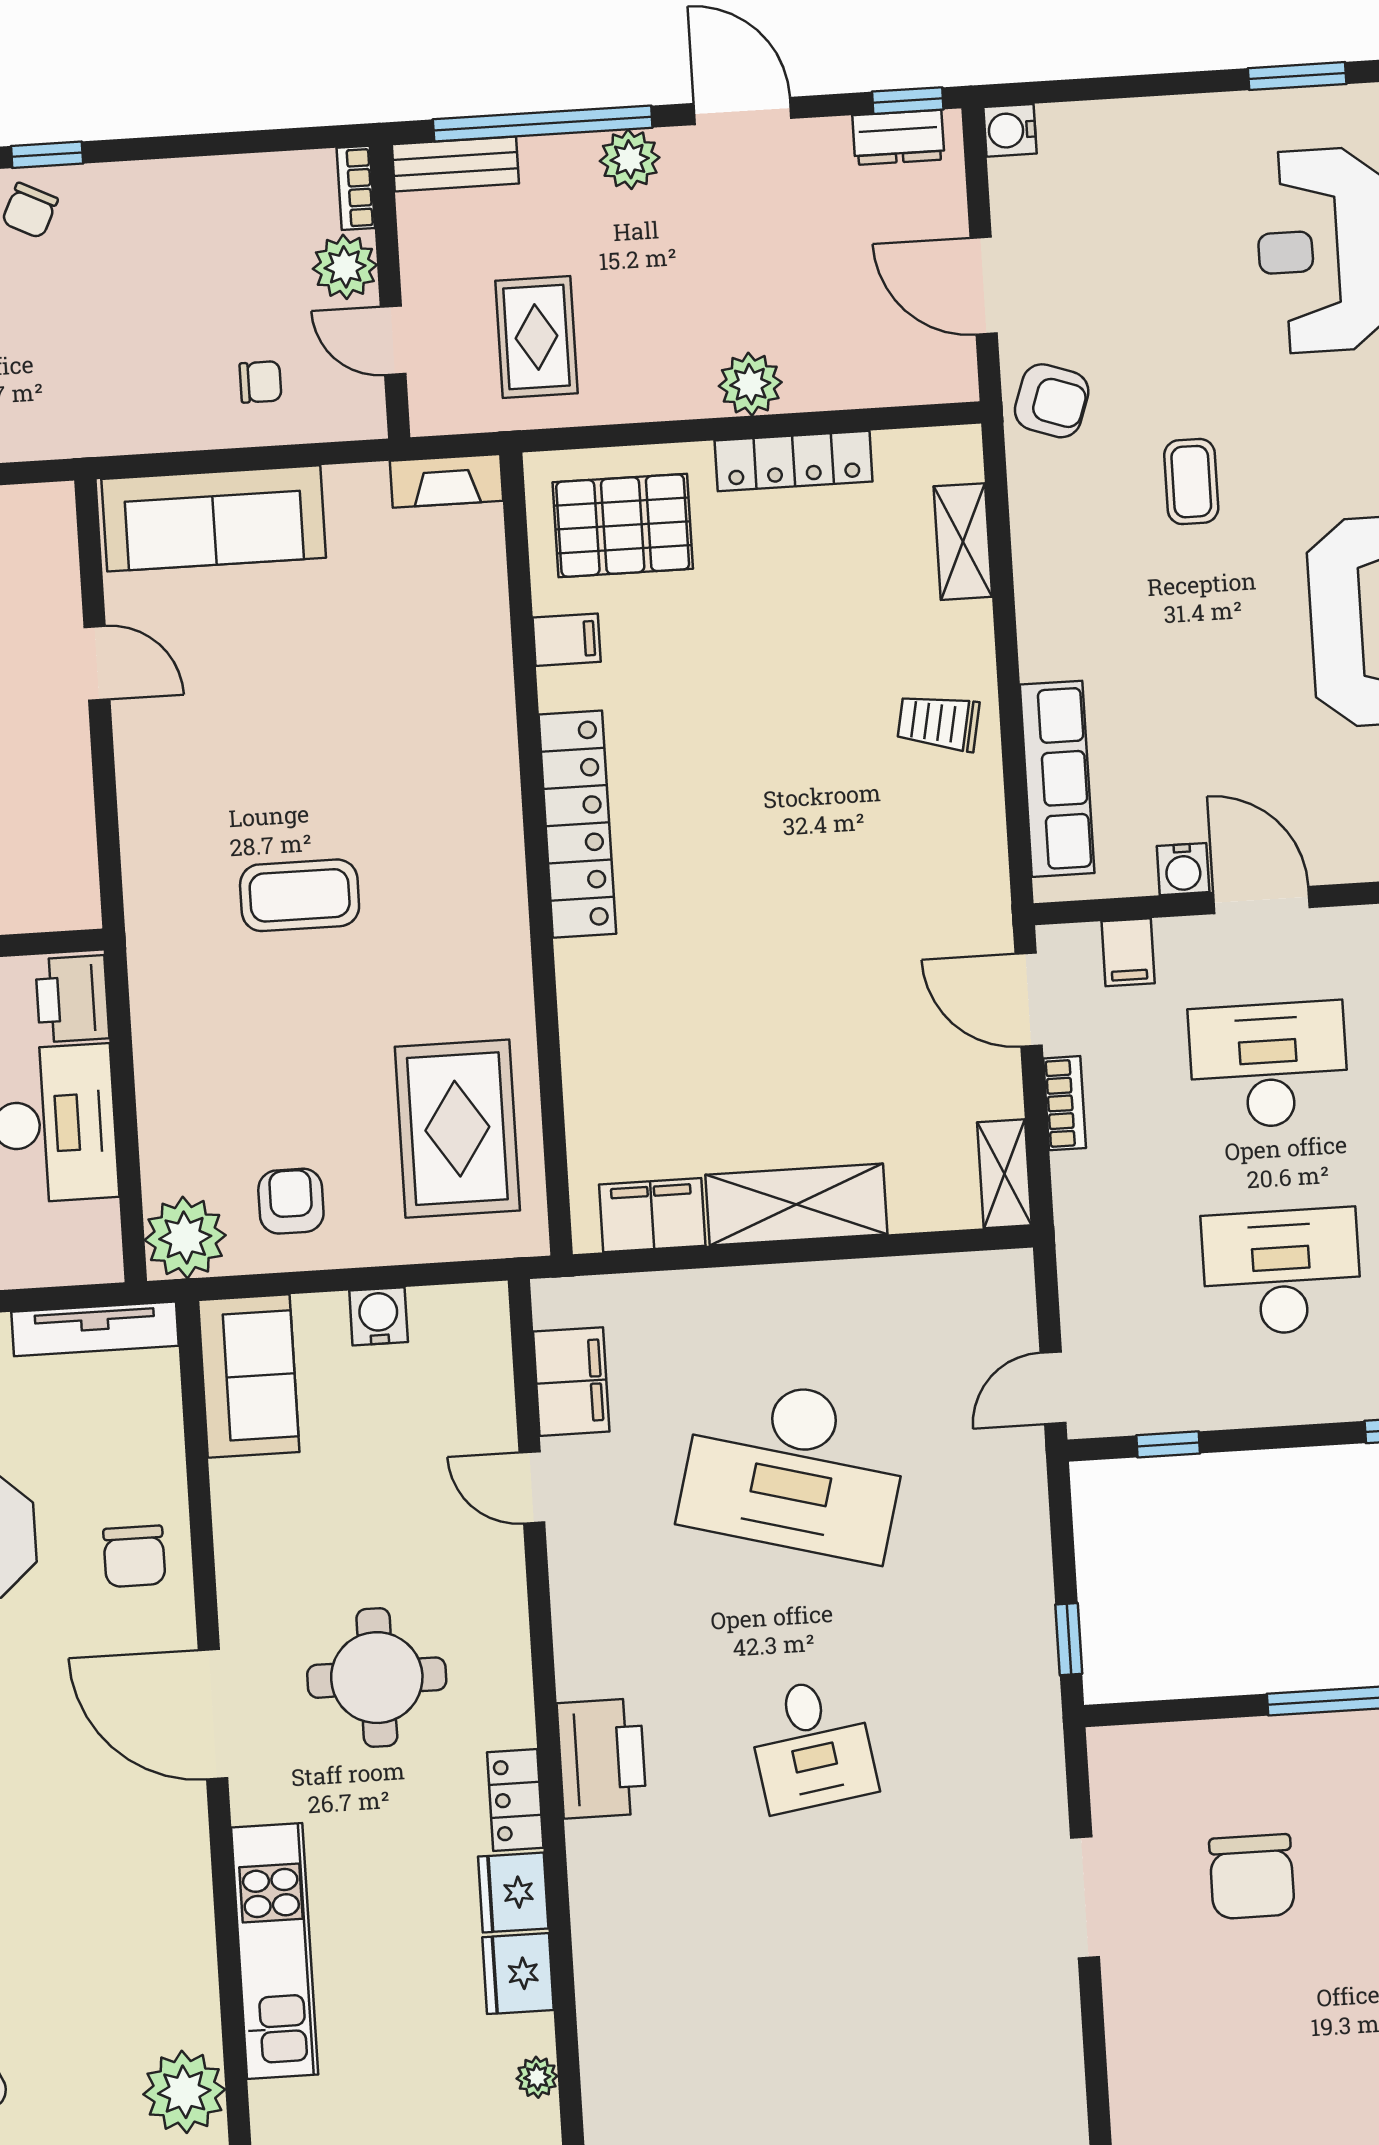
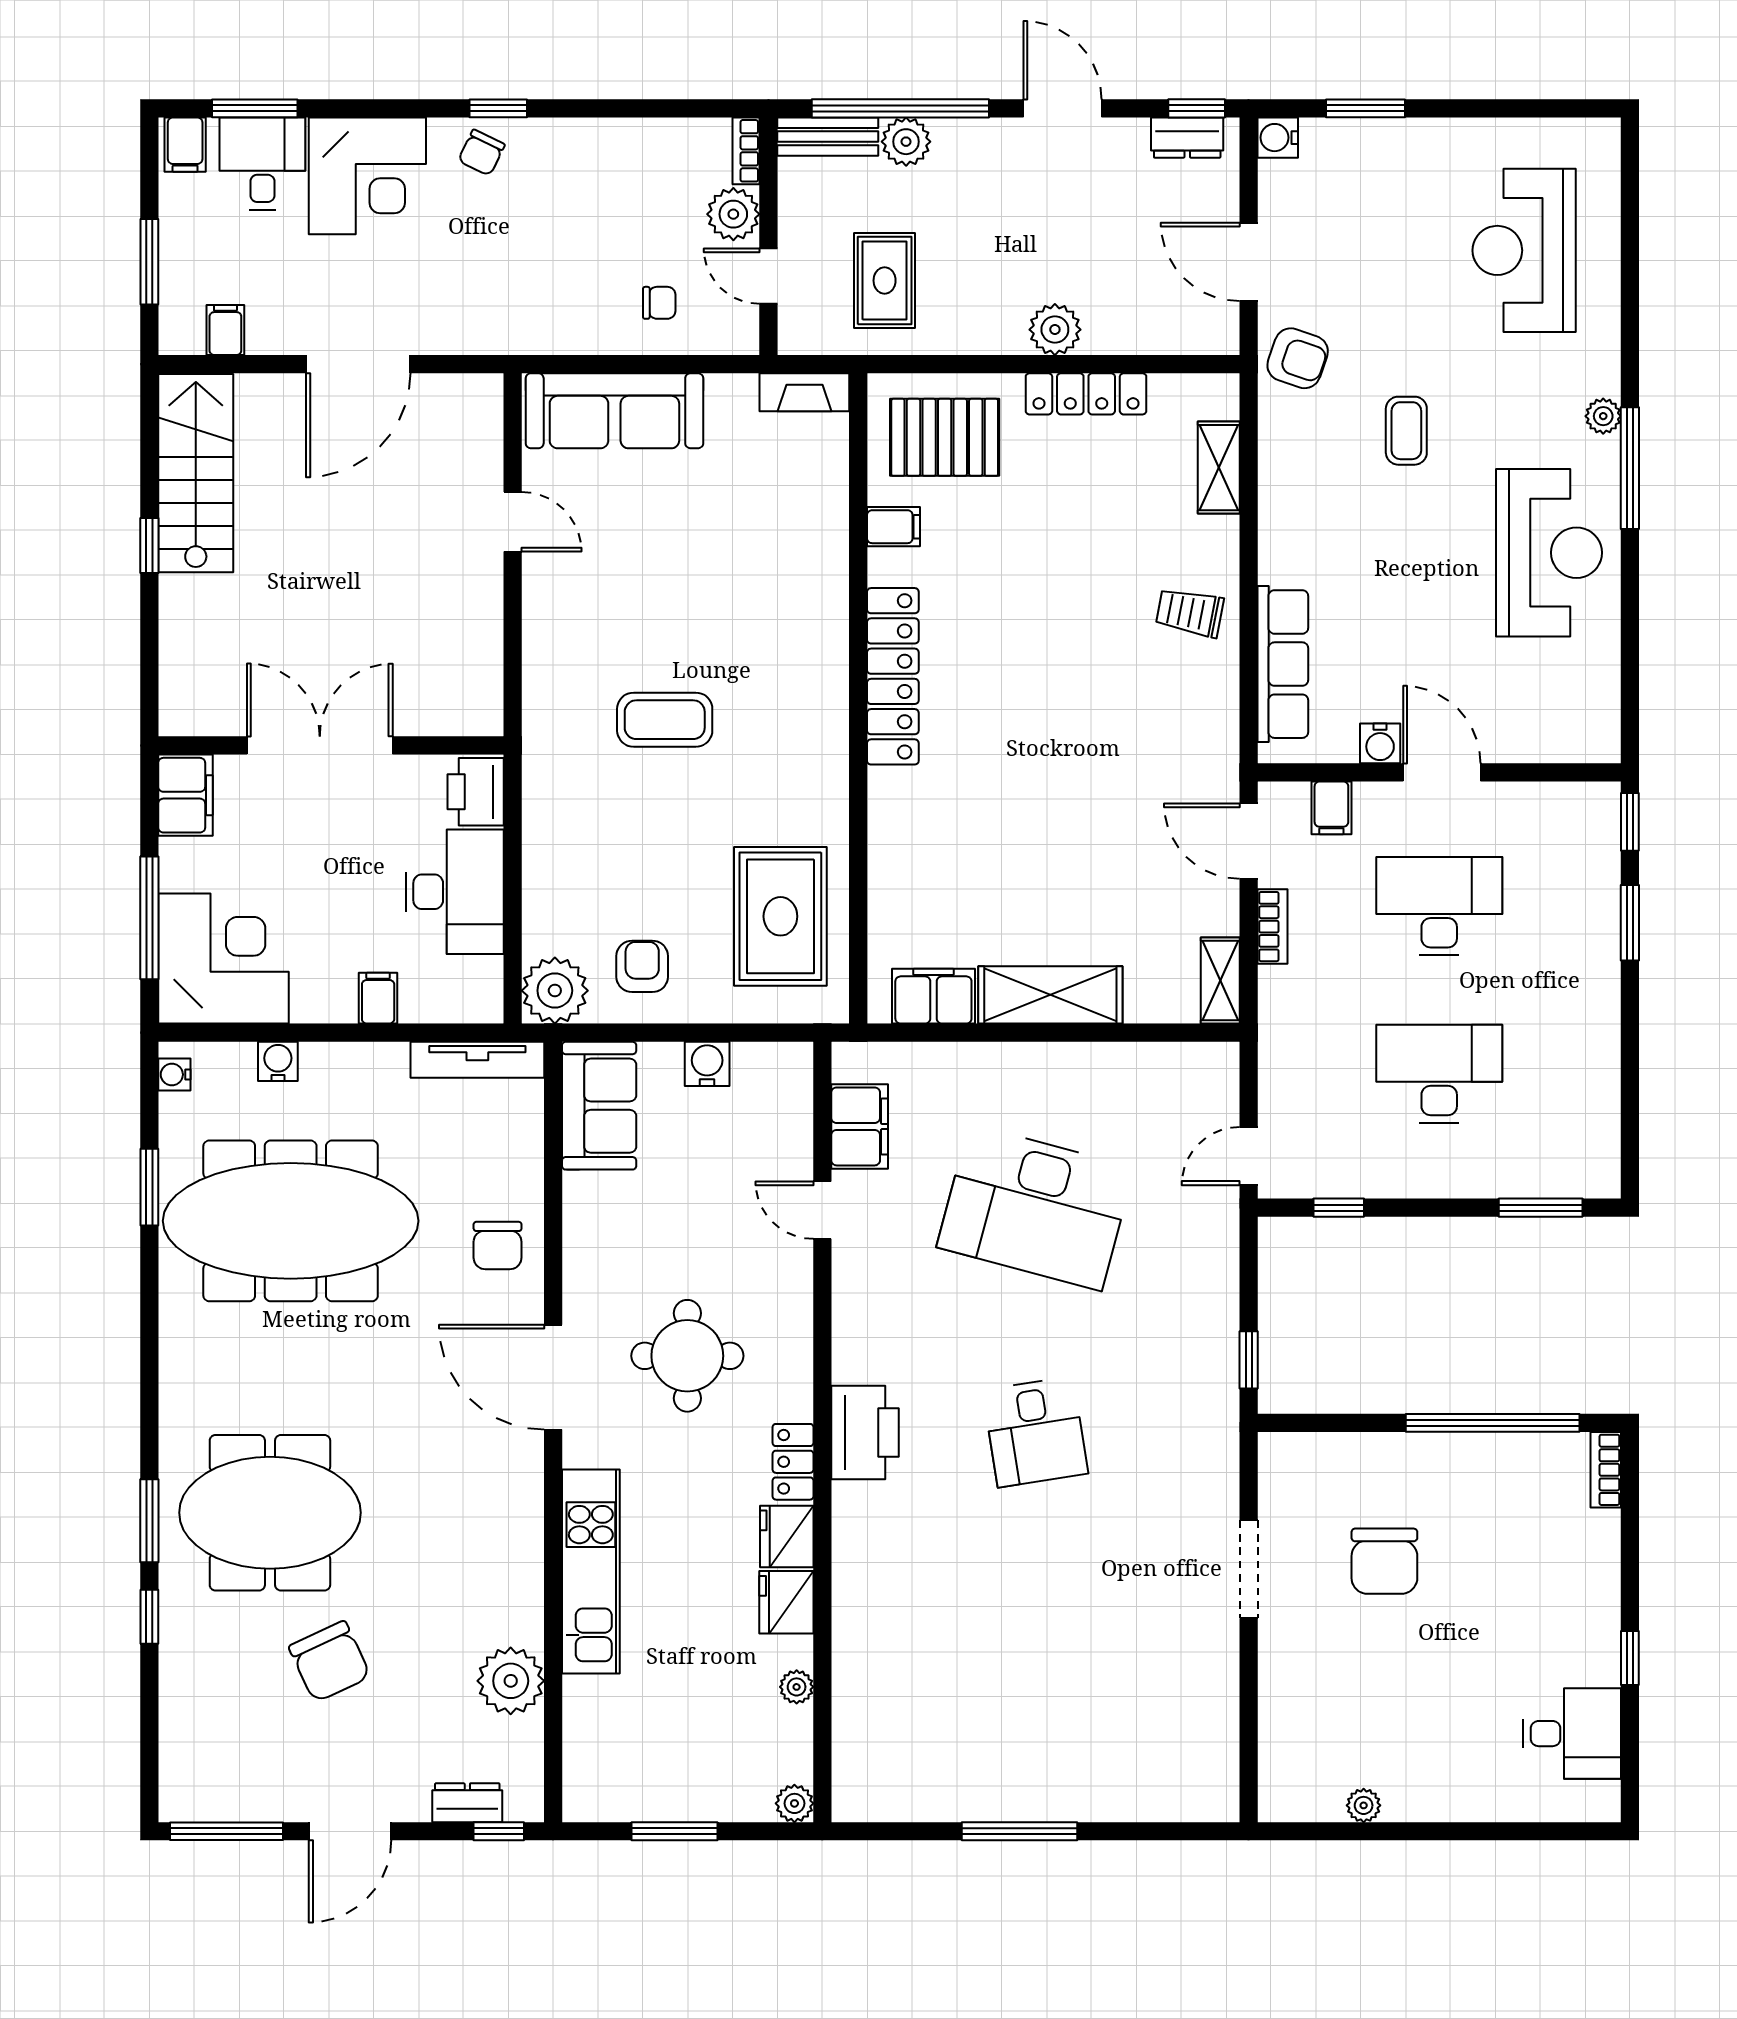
window: (1297, 76) -> (1366, 108), moved
plant: (630, 159) -> (906, 142), moved

